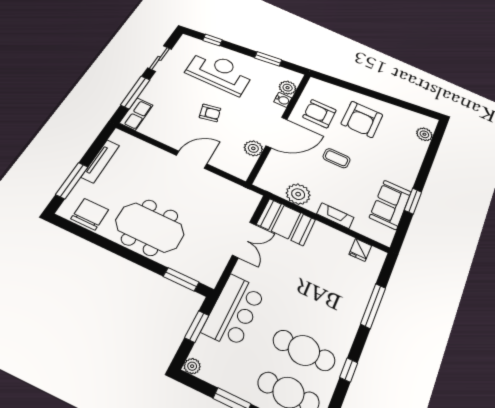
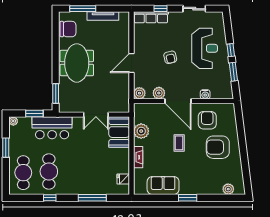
window: (212, 40) -> (231, 50), moved
plant: (288, 88) -> (139, 93), moved
window: (135, 92) -> (161, 9), width x0.46
row of seats: (136, 114) -> (151, 17), width x1.48
door: (192, 160) -> (131, 63), swing flipped
window: (413, 201) -> (188, 198), moved

